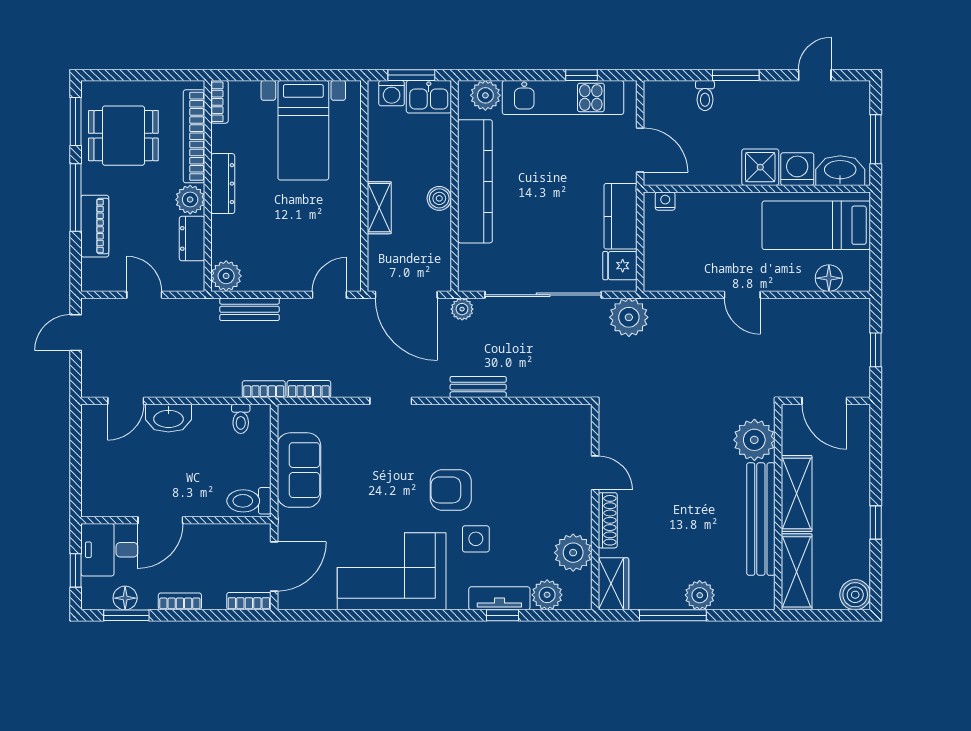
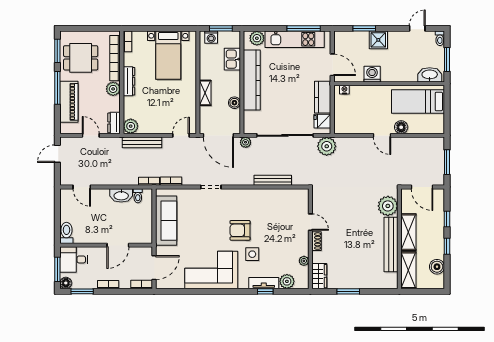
window: (582, 75) -> (304, 28), width x2.17
window: (736, 75) -> (364, 28), moved
toilet: (705, 96) -> (440, 38), moved
kitchen sink: (429, 97) -> (232, 59), moved, turned 90
shower: (760, 167) -> (378, 40), moved
washing machine: (797, 169) -> (372, 74), moved
boiler: (439, 198) -> (234, 103), moved
piano: (95, 226) -> (69, 102), width x1.37, depth x1.33
dresser: (192, 238) -> (114, 123), moved
floor lamp: (829, 278) -> (401, 127), moved
bench: (250, 309) -> (142, 142), width x1.36
window: (876, 350) -> (447, 162), width x1.50
bench: (478, 387) -> (273, 180), moved, width x1.36
door: (126, 401) -> (82, 187), hinge flipped
washbasin: (168, 418) -> (121, 195), moved
window: (876, 467) -> (447, 219), added
sofa: (299, 470) -> (166, 221), width x1.36
toilet: (249, 501) -> (66, 233), moved, turned 90
door: (160, 520) -> (118, 245), moved
shoe rack: (608, 520) -> (316, 241), width x0.70
plant: (573, 553) -> (304, 261), width x0.53, depth x0.53
window: (76, 570) -> (57, 269), width x1.50
plant: (700, 595) -> (361, 282), removed
boiler: (855, 595) -> (437, 267), moved
floor lamp: (125, 598) -> (66, 283), moved
window: (673, 615) -> (348, 291), width x0.69

